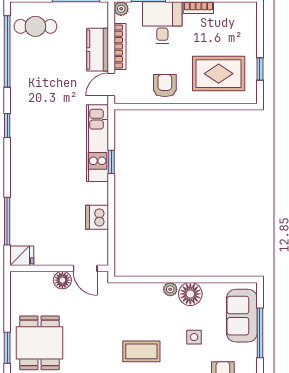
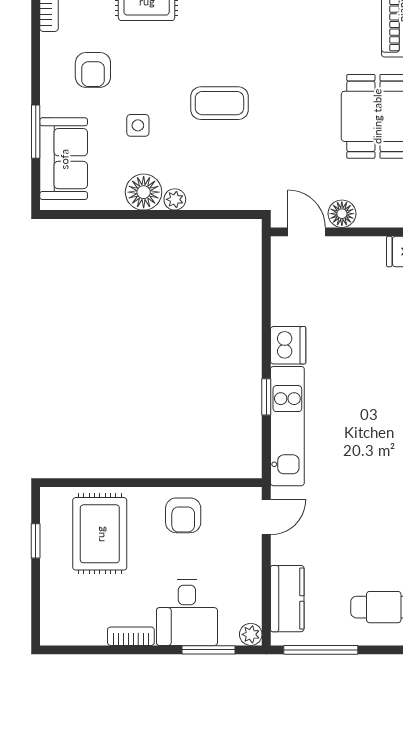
bookcase: (120, 46) -> (253, 576), removed
kitchen counter: (98, 50) -> (287, 599), moved
rug: (219, 74) -> (100, 534), turned 90
dishwasher: (97, 217) -> (288, 345), moved
window: (260, 333) -> (36, 132), width x0.69

